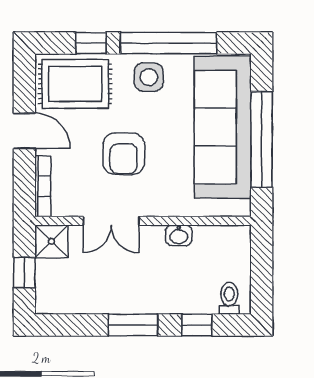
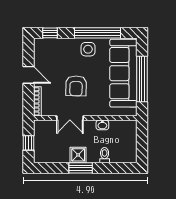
window: (91, 43) -> (50, 33), moved
rug: (75, 84) -> (53, 52), removed
shower: (51, 241) -> (78, 155), moved
toilet: (229, 298) -> (105, 155), moved
window: (197, 325) -> (111, 168), removed

